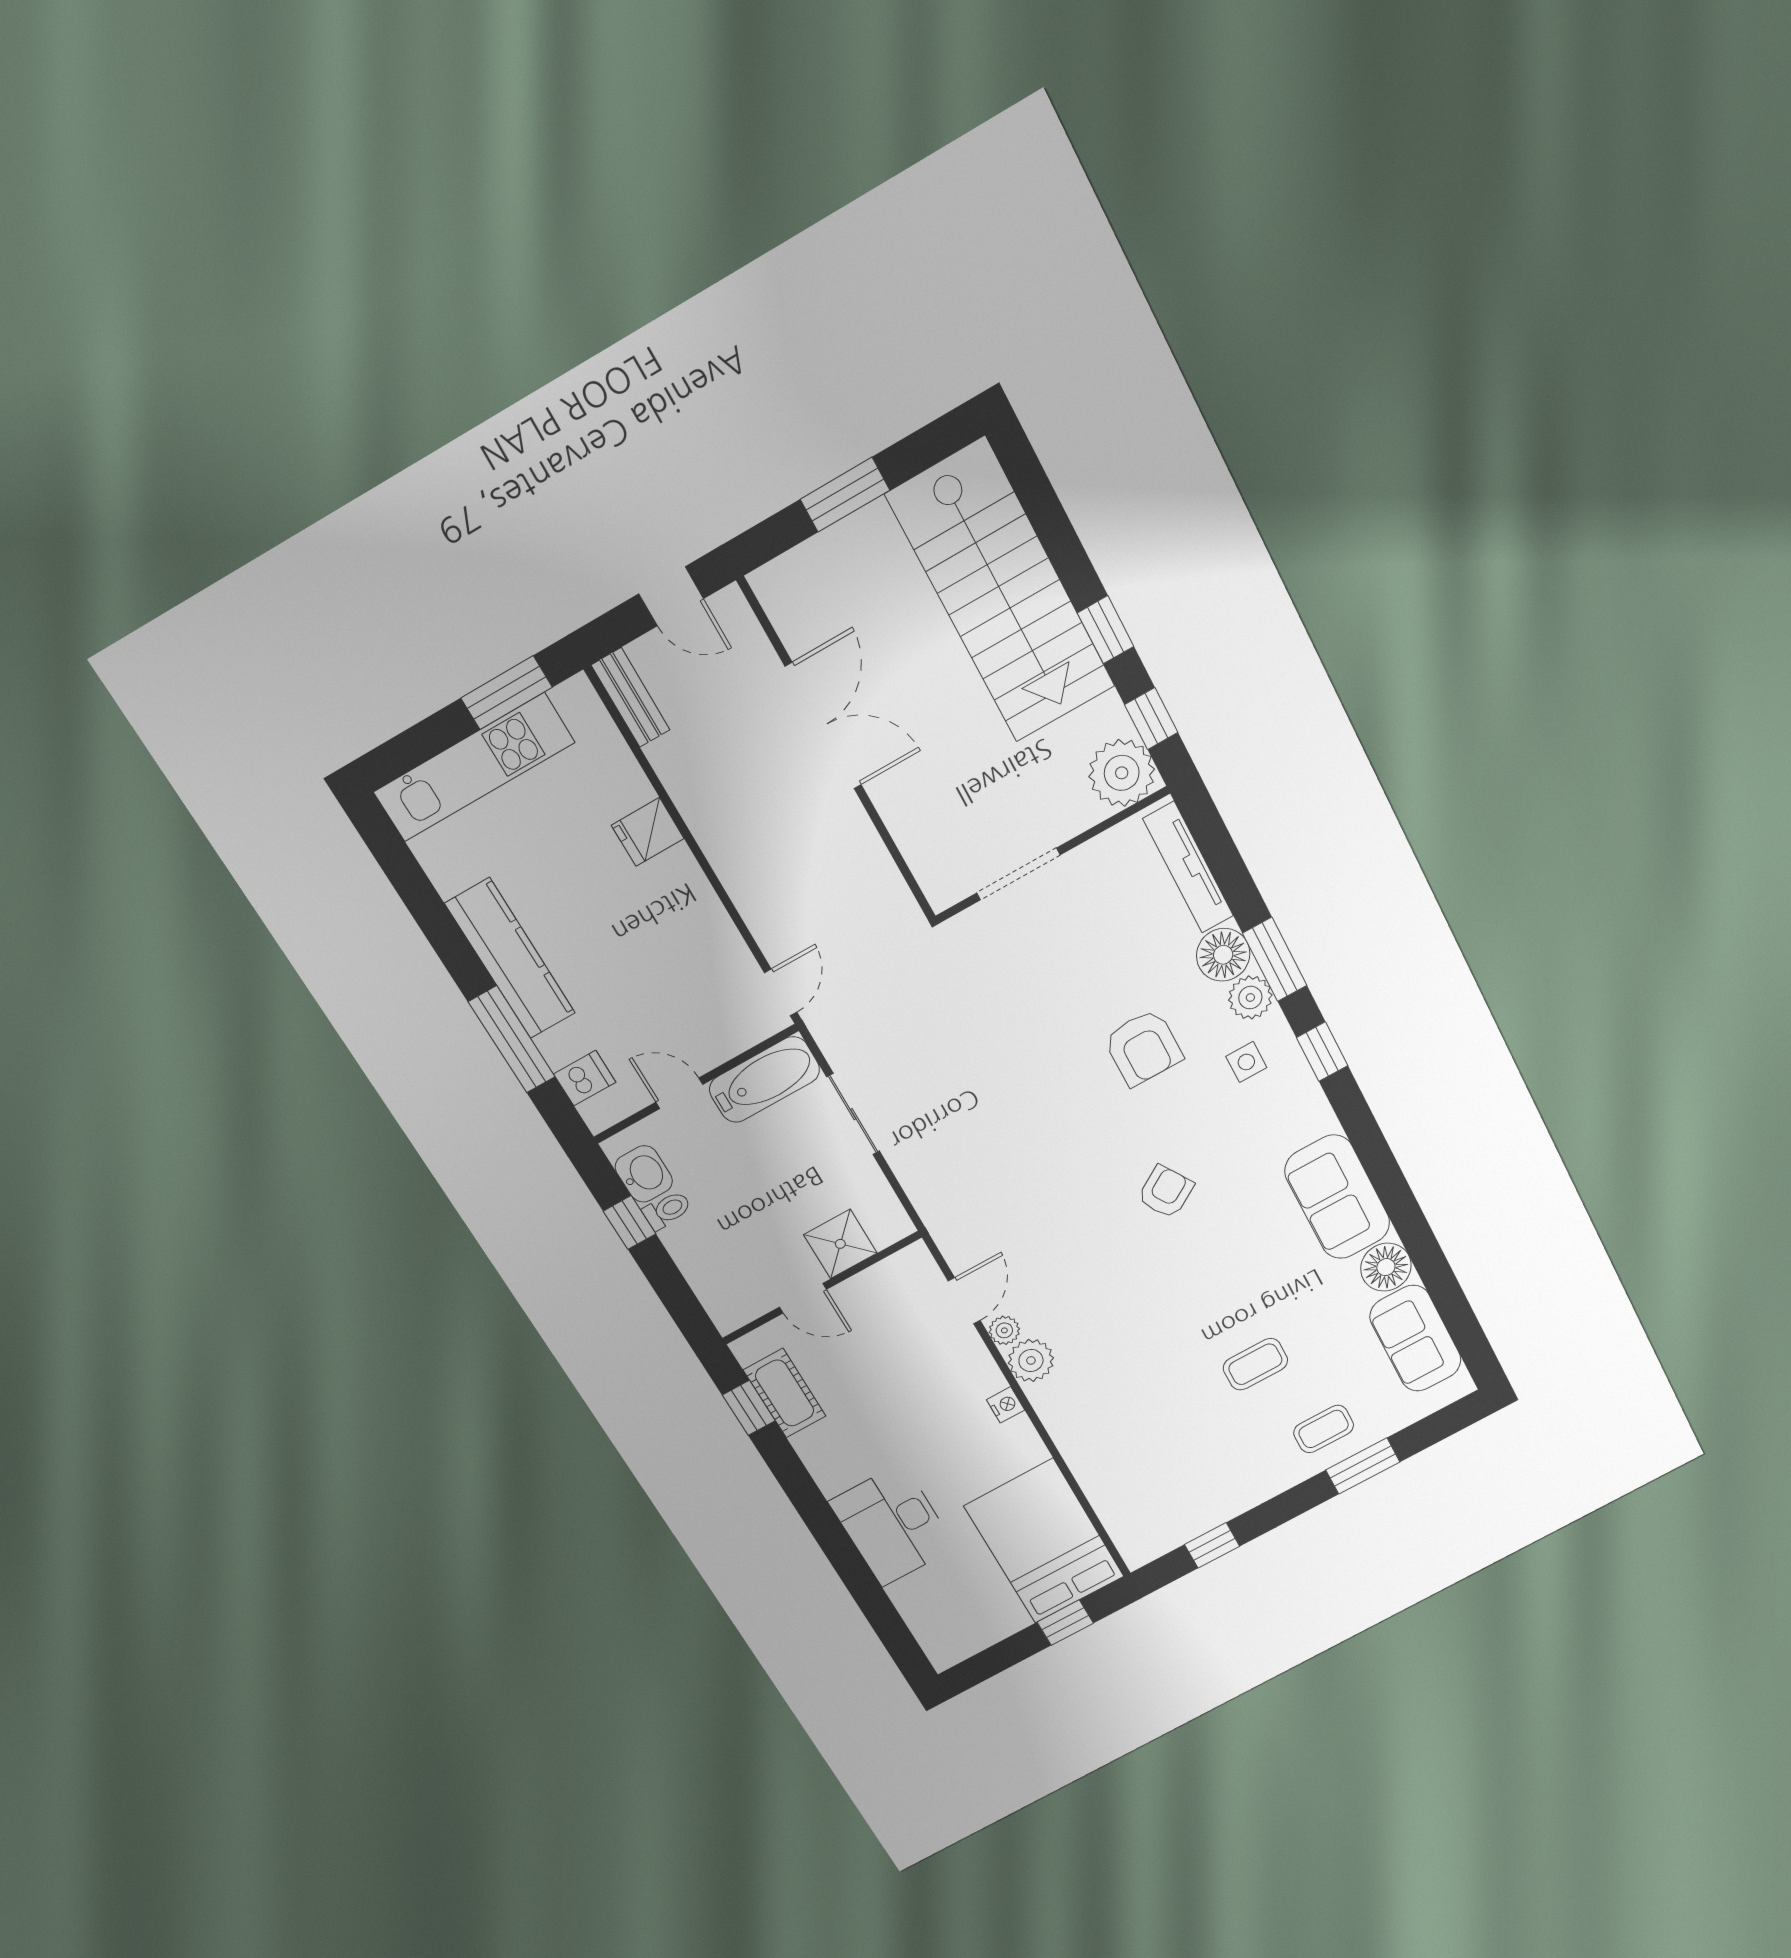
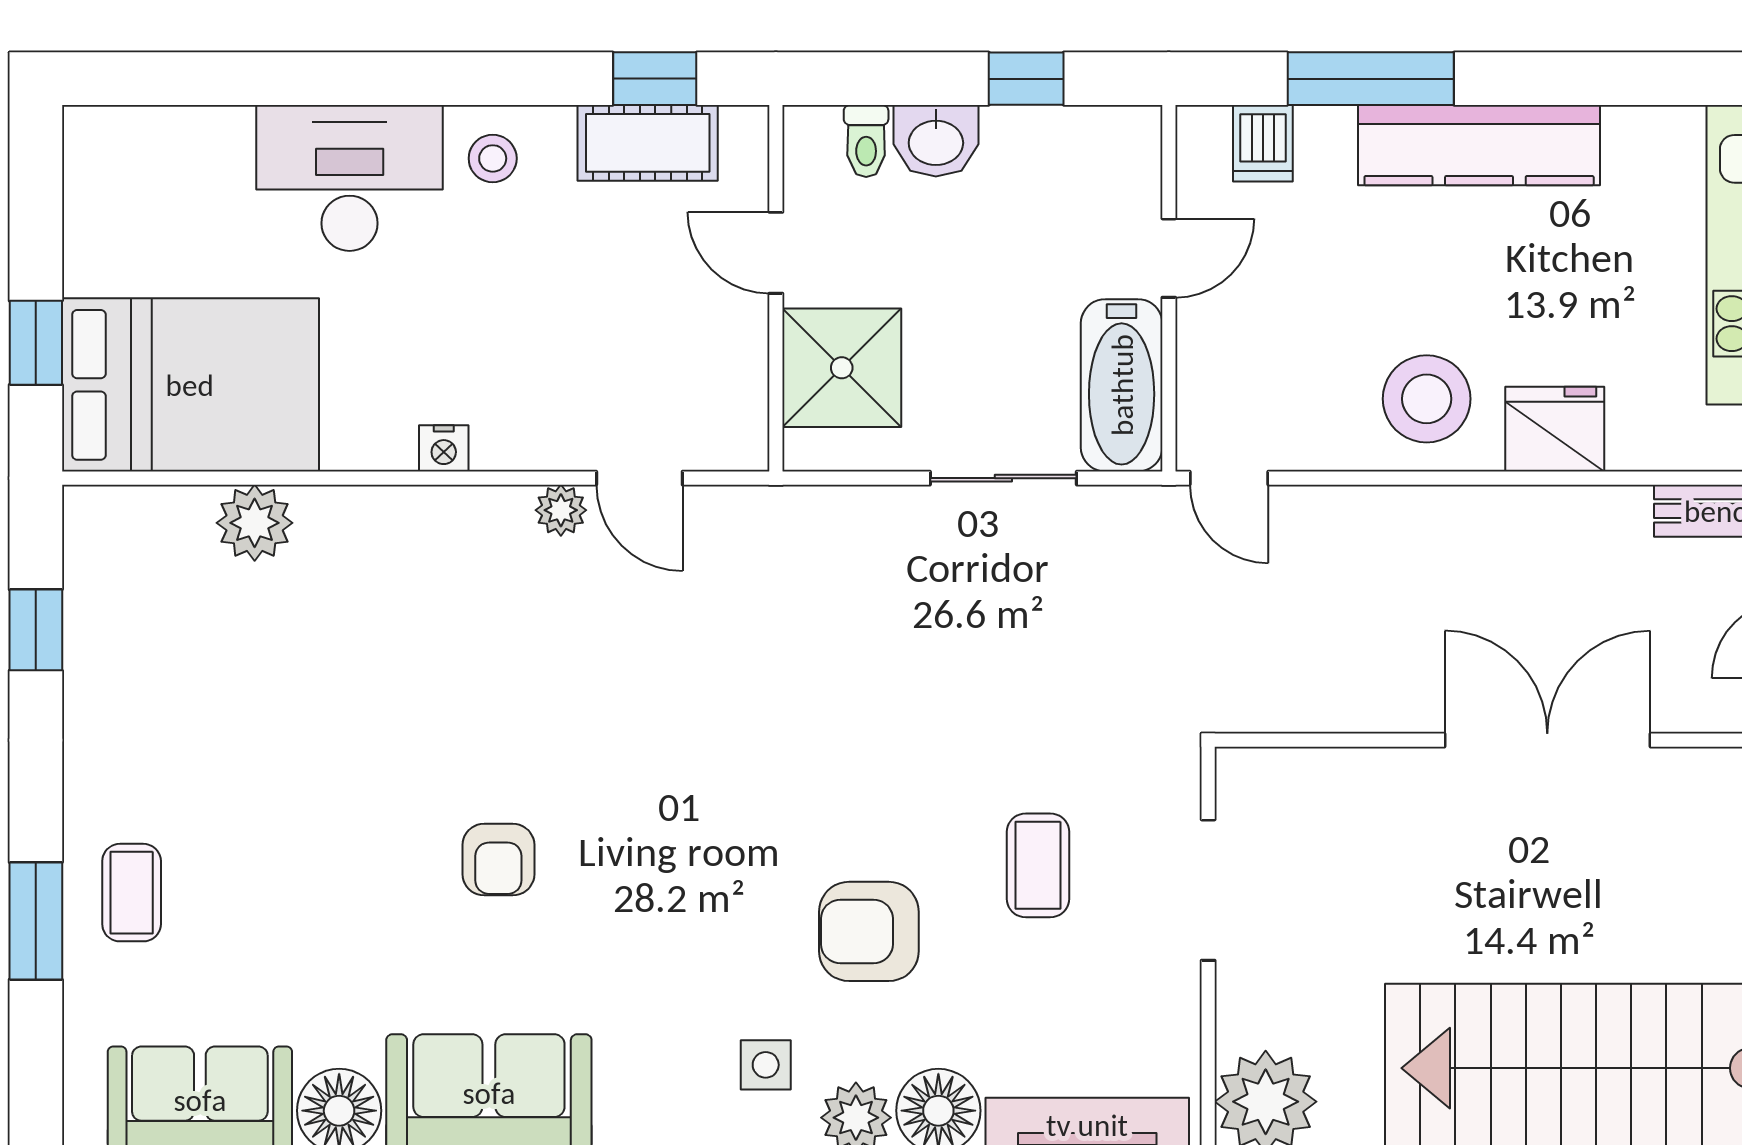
double door: (823, 726) -> (1547, 740), swing flipped
fridge: (648, 832) -> (1555, 429), width x1.38
stool: (670, 907) -> (1427, 399), added
washbasin: (644, 1174) -> (936, 141), moved
armchair: (1166, 1192) -> (498, 860), moved, turned 32
toilet: (667, 1210) -> (866, 141), moved
shower: (840, 1244) -> (842, 368), width x1.36, depth x1.36
door: (803, 1298) -> (776, 253), hinge flipped
plant: (1031, 1360) -> (255, 523), moved
coffee table: (1255, 1364) -> (1038, 865), moved
stool: (840, 1463) -> (493, 158), added

